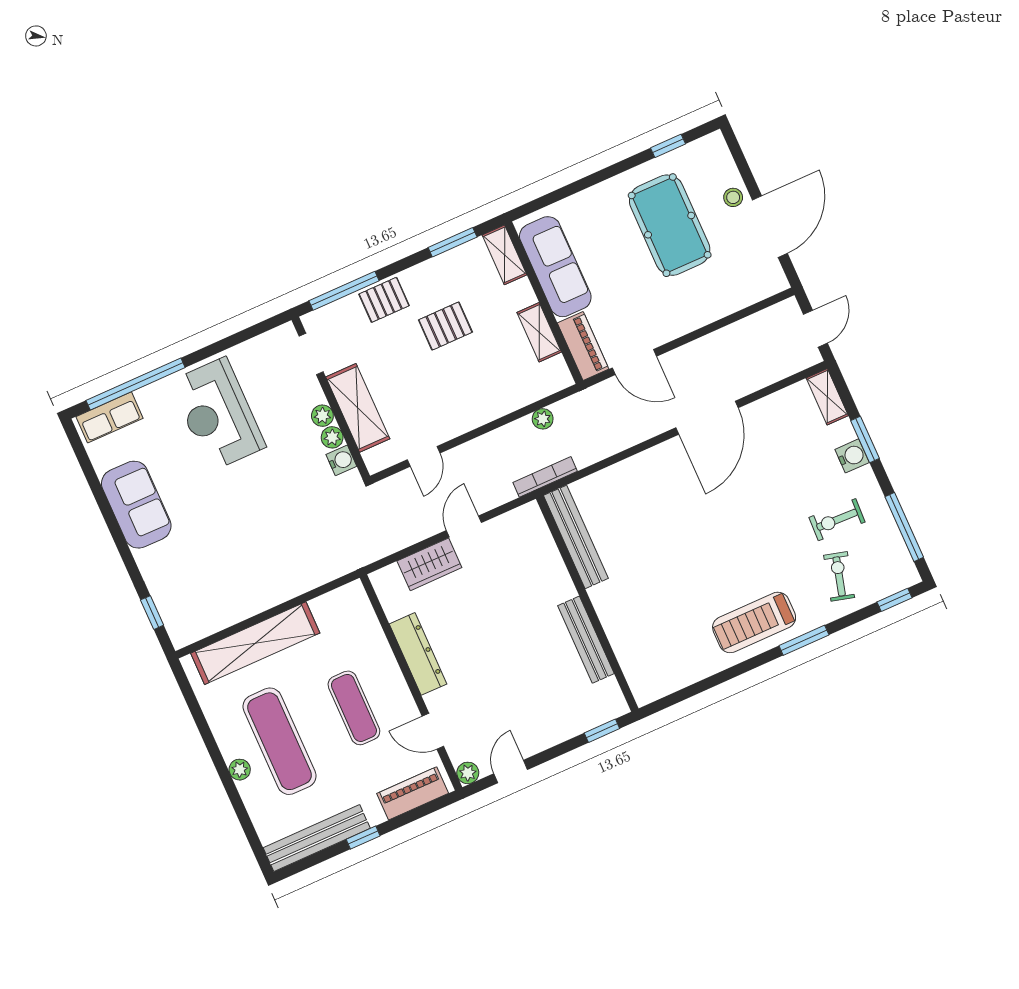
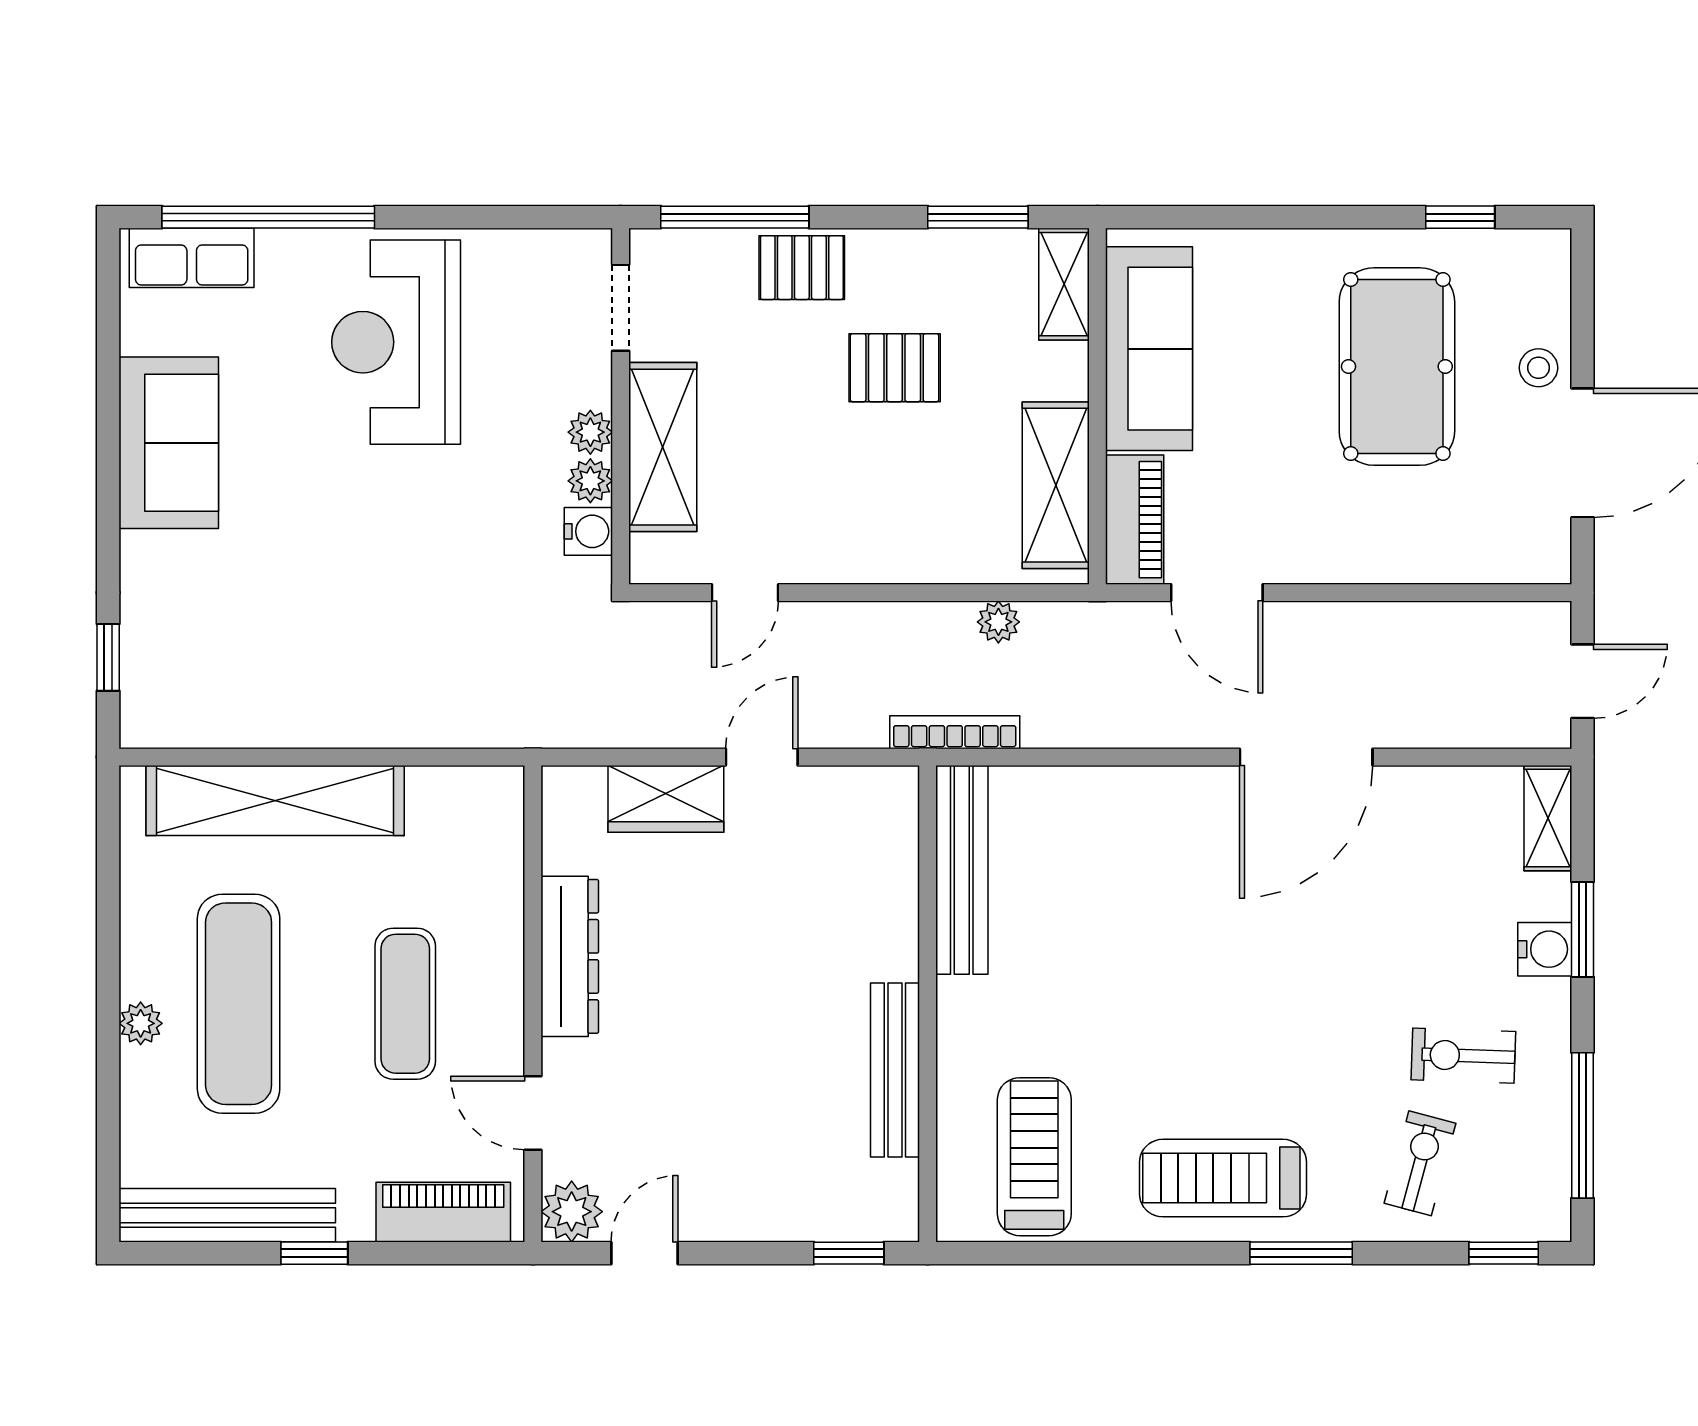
shelving: (539, 332) -> (1056, 485), width x1.50, depth x1.33
treadmill: (666, 651) -> (1034, 1157), added
plant: (468, 773) -> (572, 1212), width x1.38, depth x1.38

